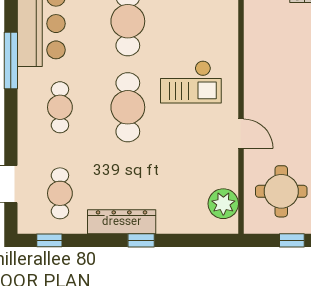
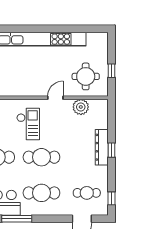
cafe table: (60, 107) -> (41, 193), width x1.37, depth x1.35
plant: (223, 204) -> (81, 107), moved
dresser: (122, 222) -> (102, 147), moved

